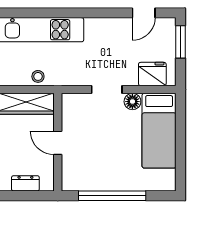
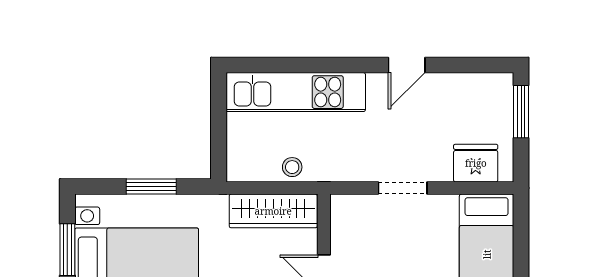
door: (144, 13) -> (407, 65), moved
floor lamp: (132, 102) -> (444, 207), removed

